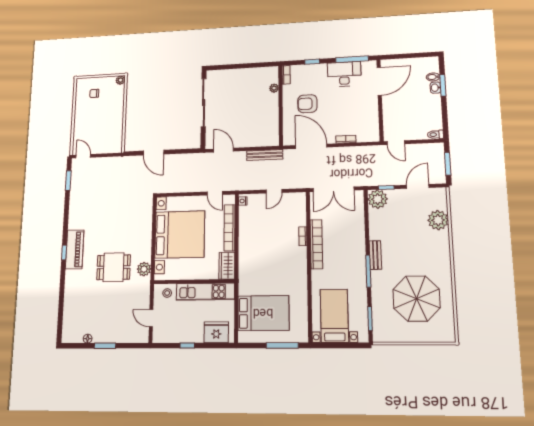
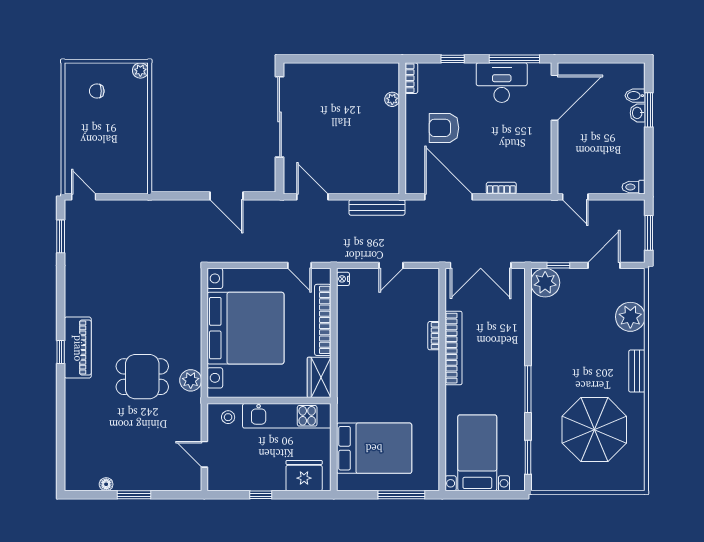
door: (154, 153) -> (226, 196), moved
bench: (375, 255) -> (637, 371), moved

